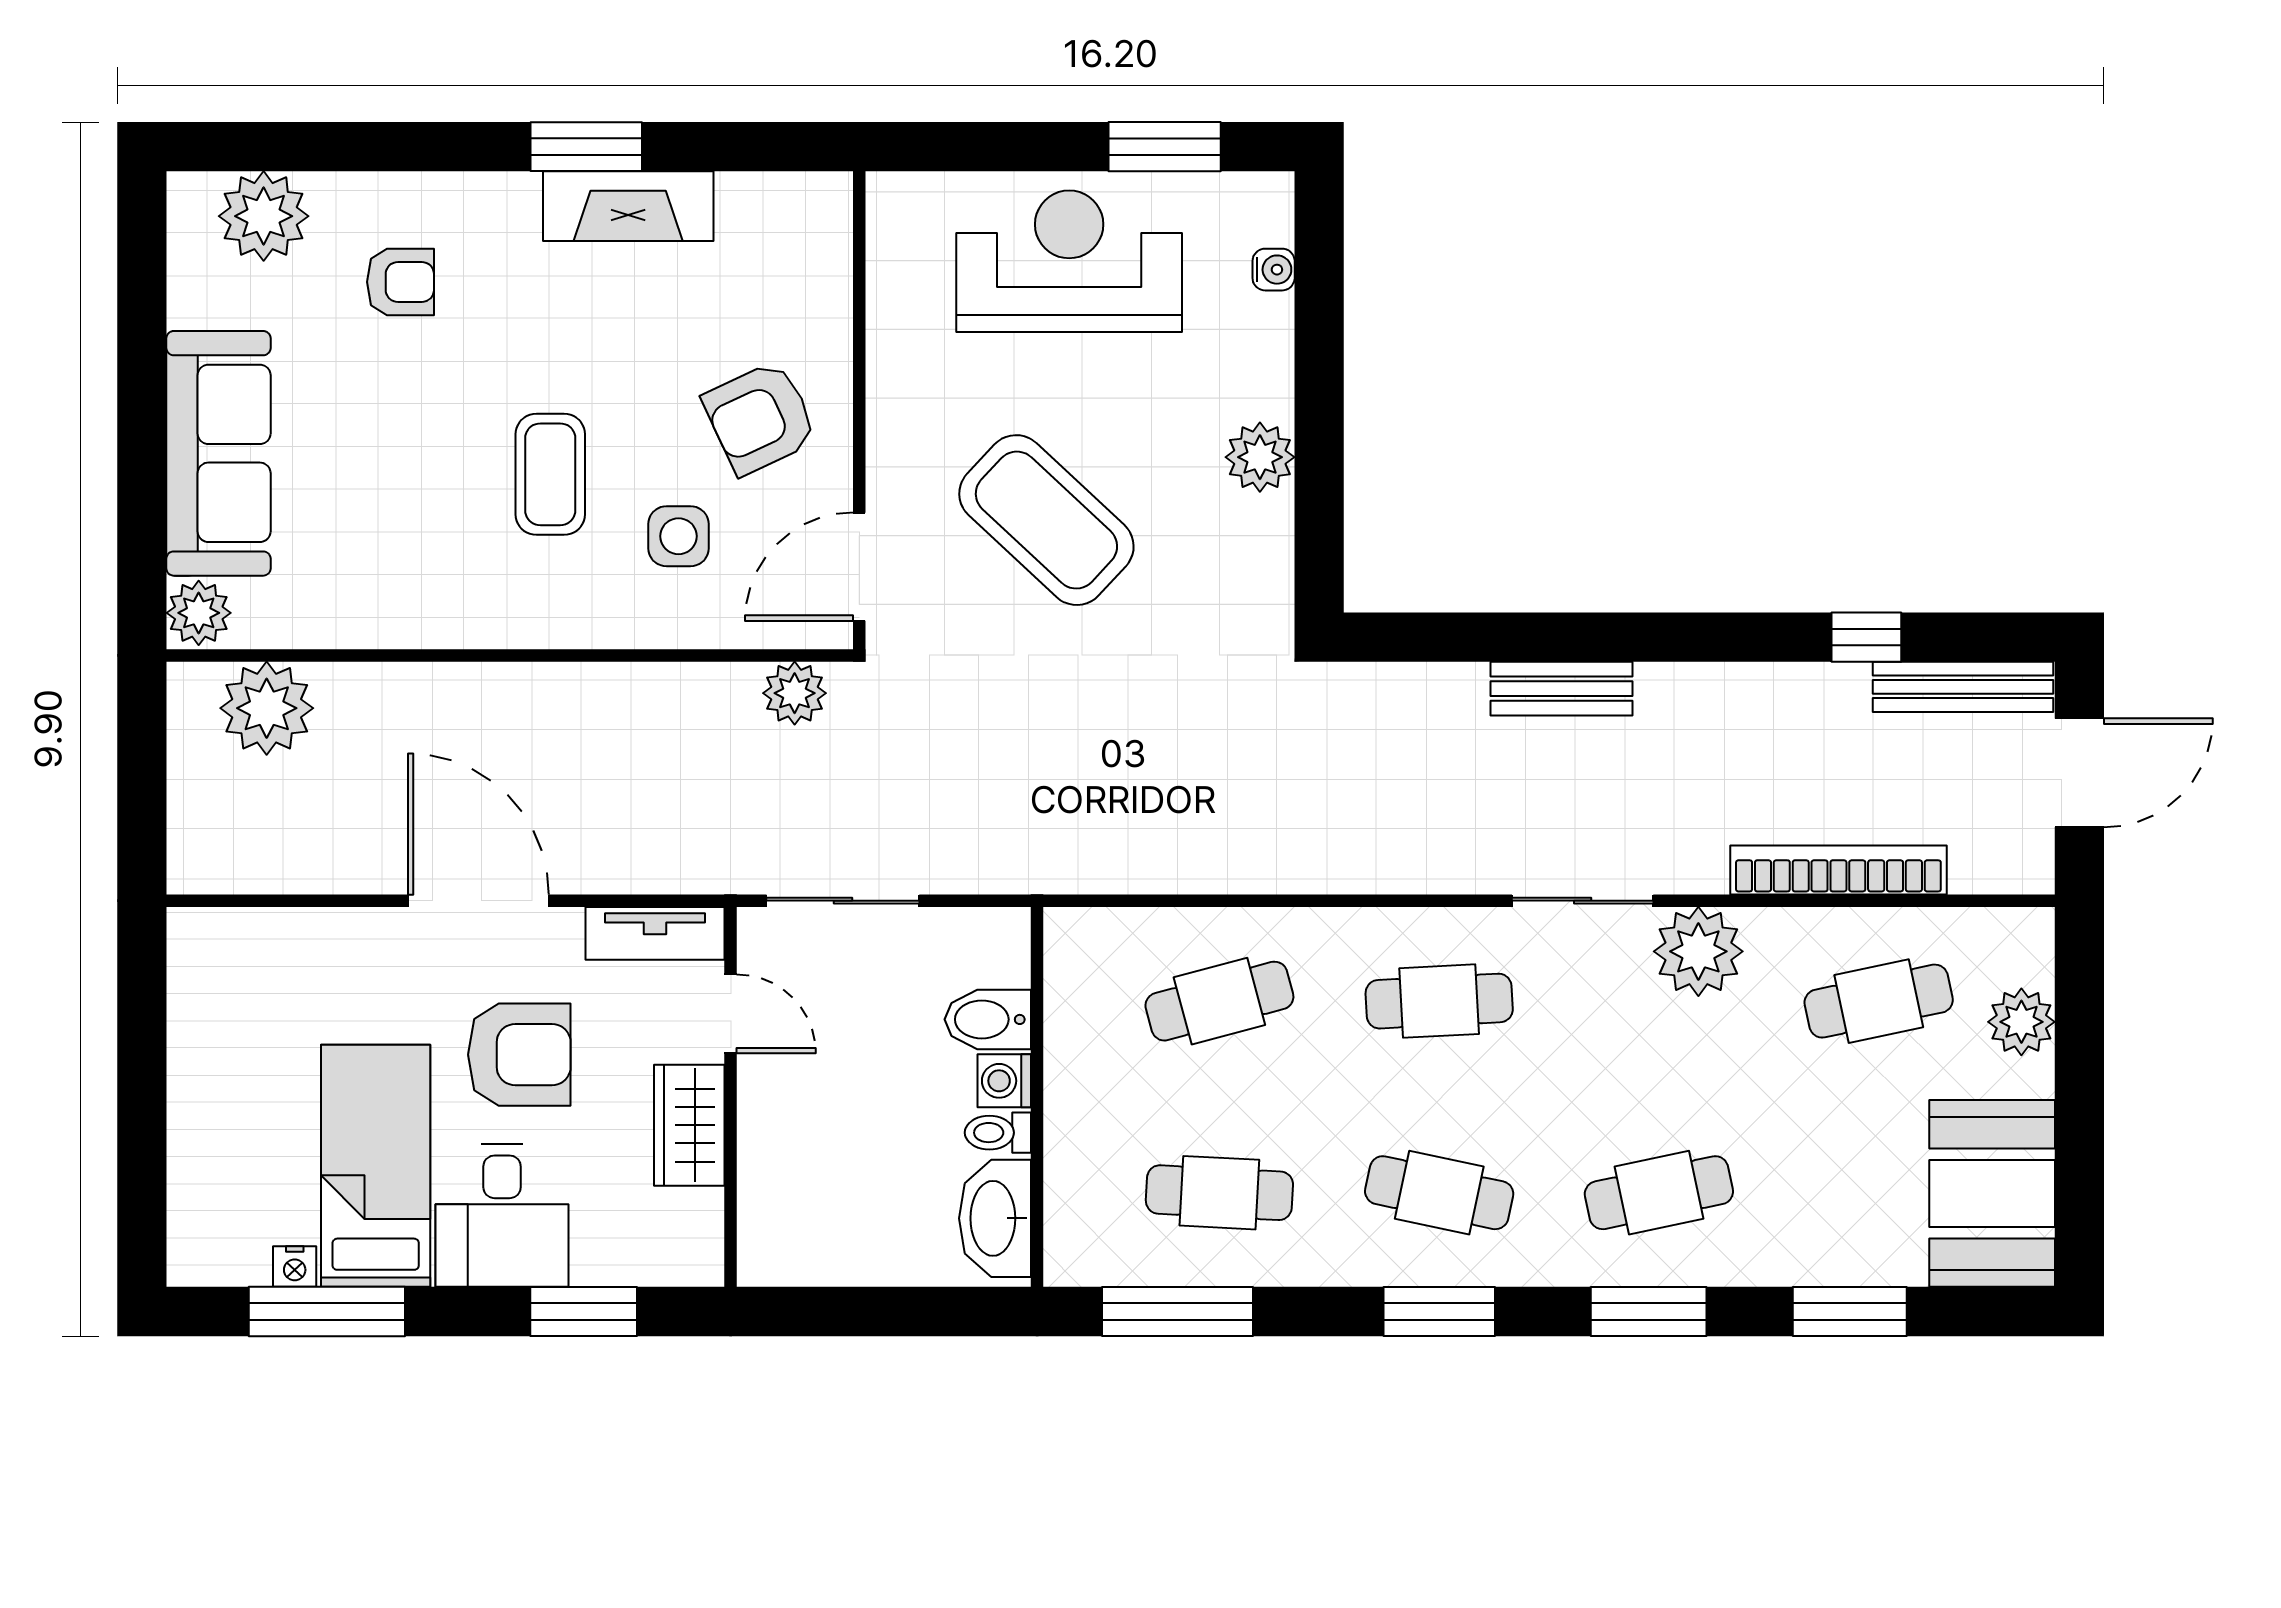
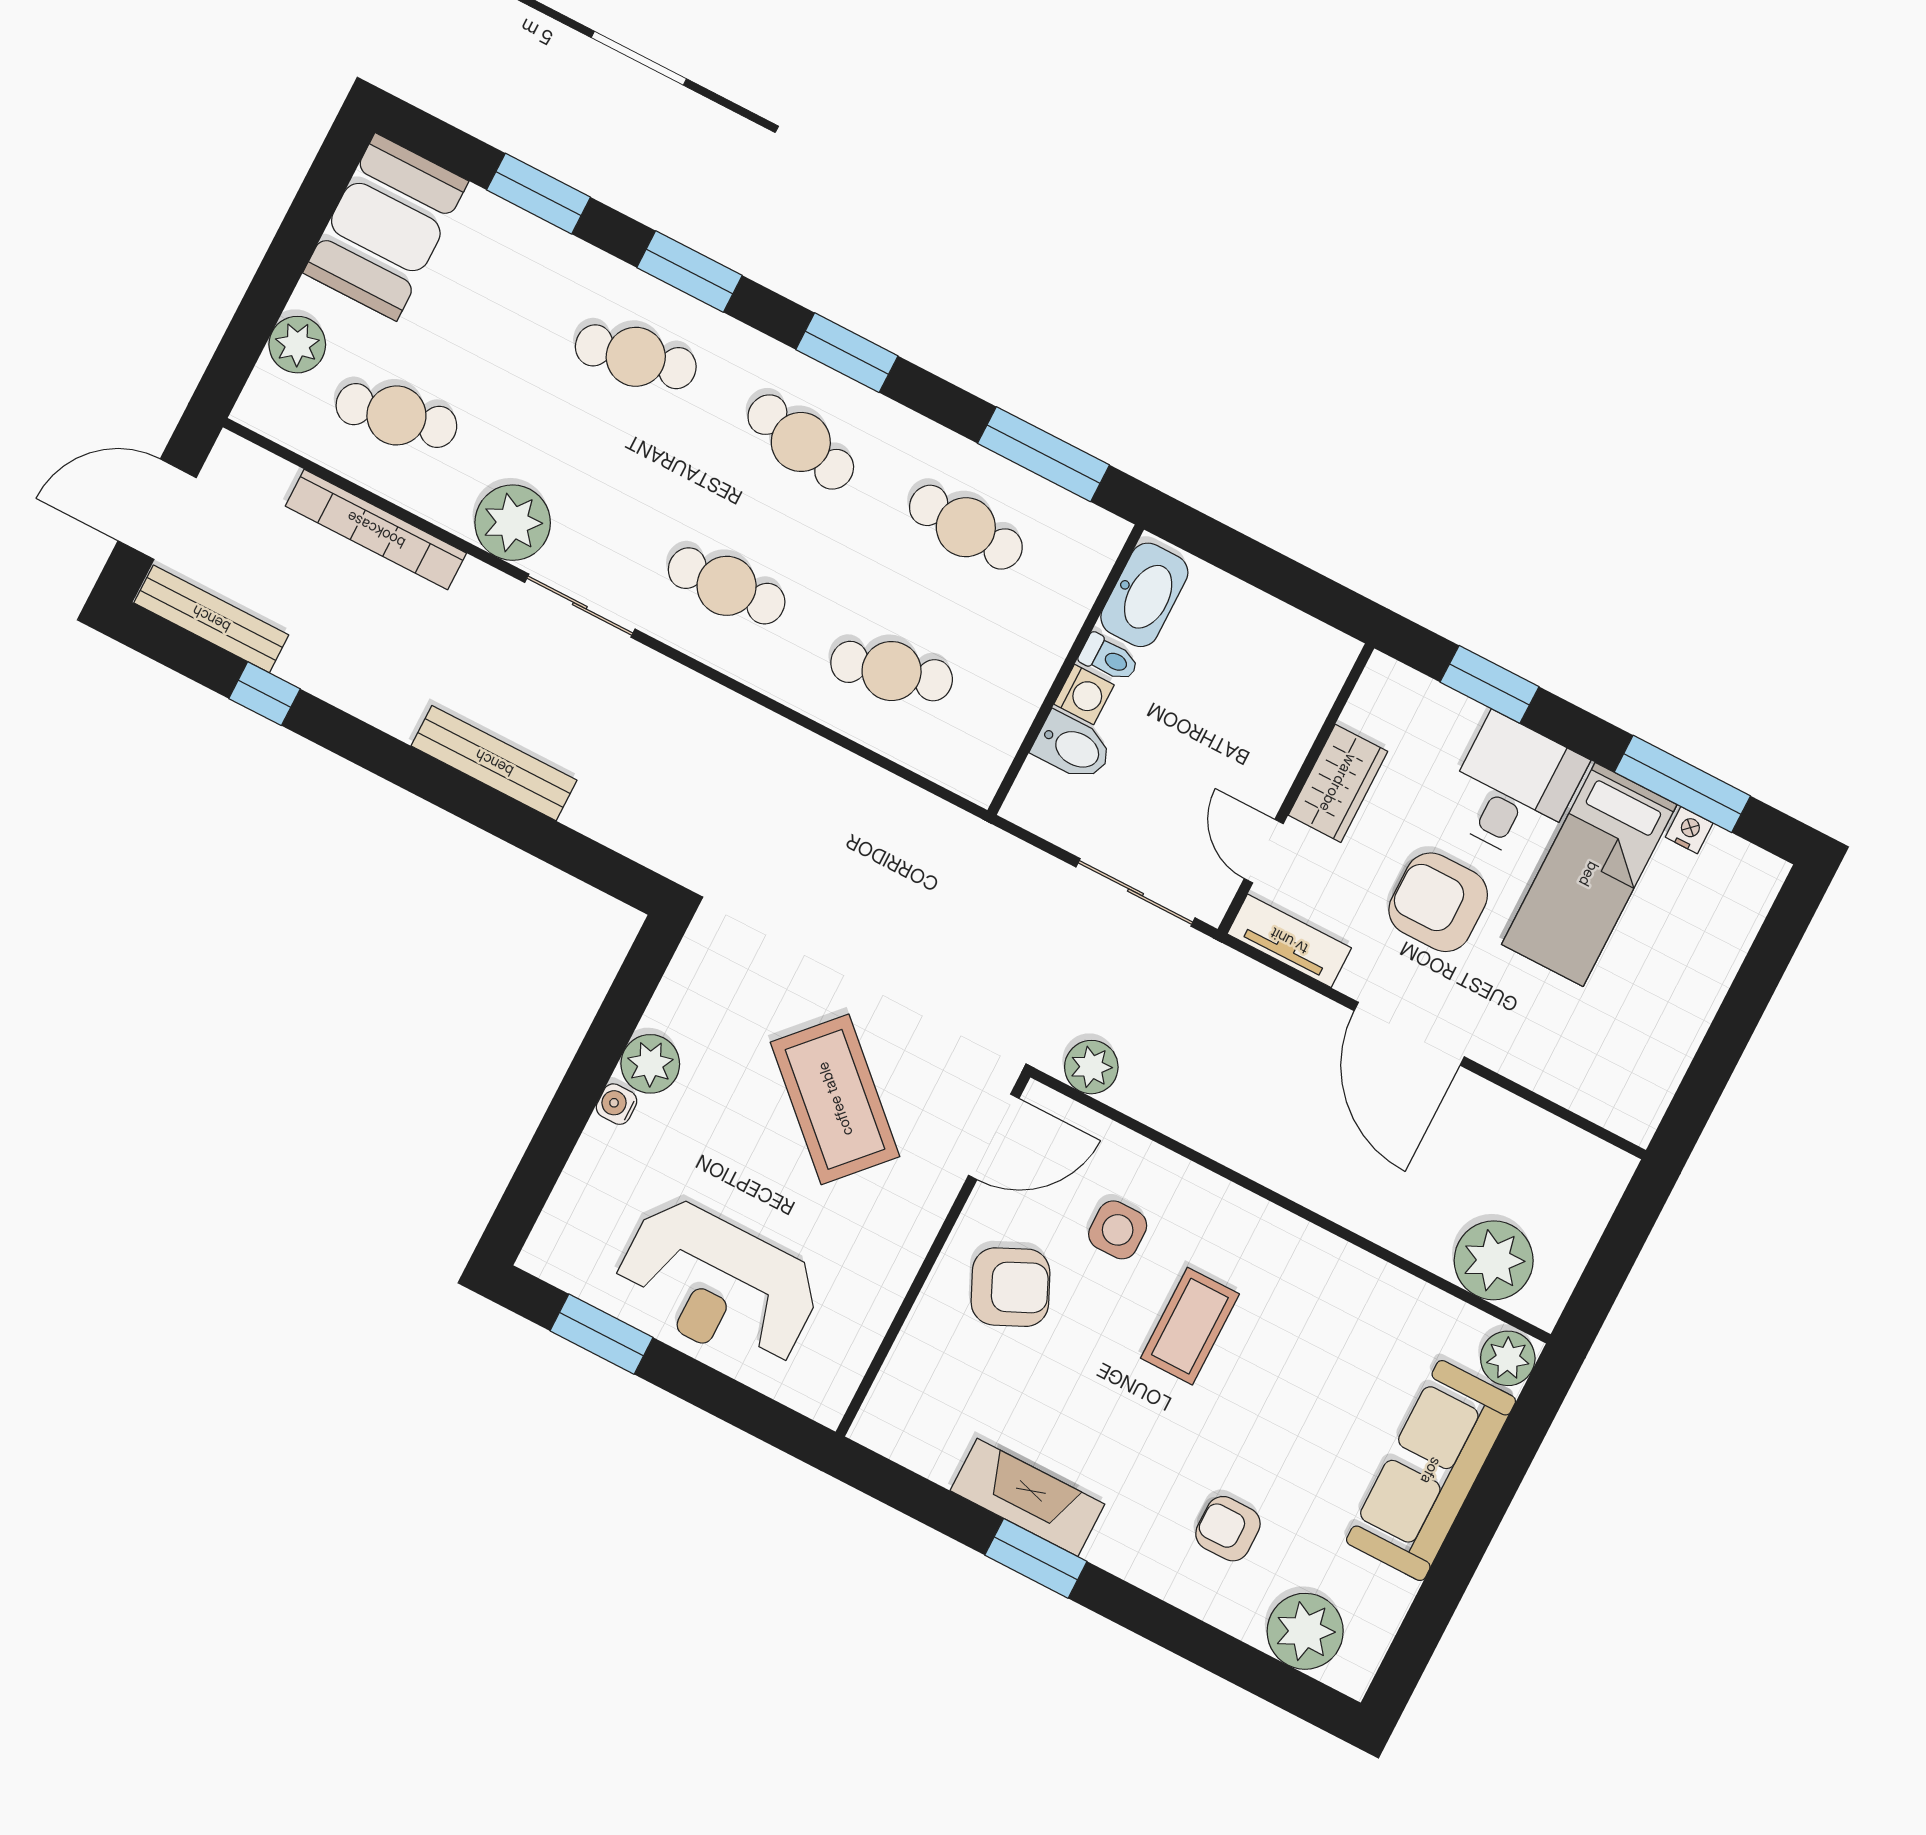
water cooler: (1274, 270) -> (617, 1104), moved
bench: (1562, 689) -> (494, 763), width x1.36

